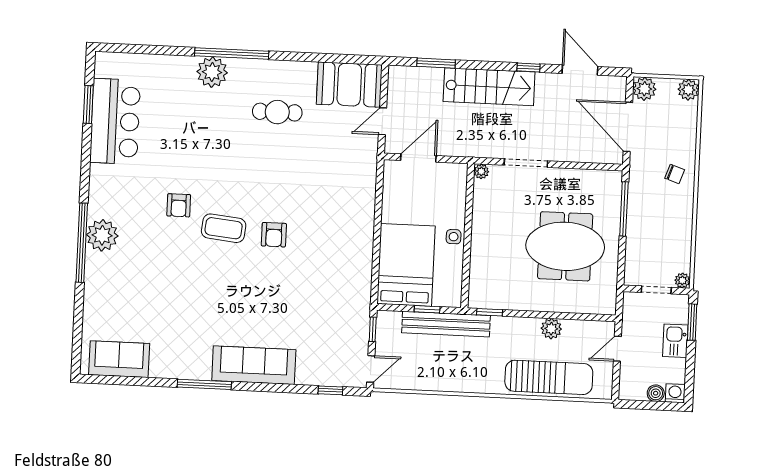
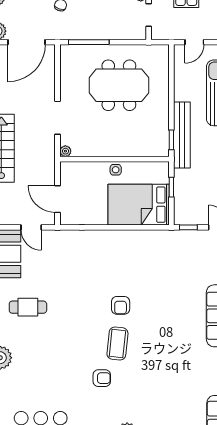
cafe table: (277, 112) -> (28, 307), turned 90
armchair: (274, 235) -> (121, 305), turned 90
meeting table: (565, 246) -> (119, 85), turned 90
bench: (446, 324) -> (182, 135), moved
plant: (551, 329) -> (182, 93), removed
door: (617, 349) -> (194, 42), hinge flipped

